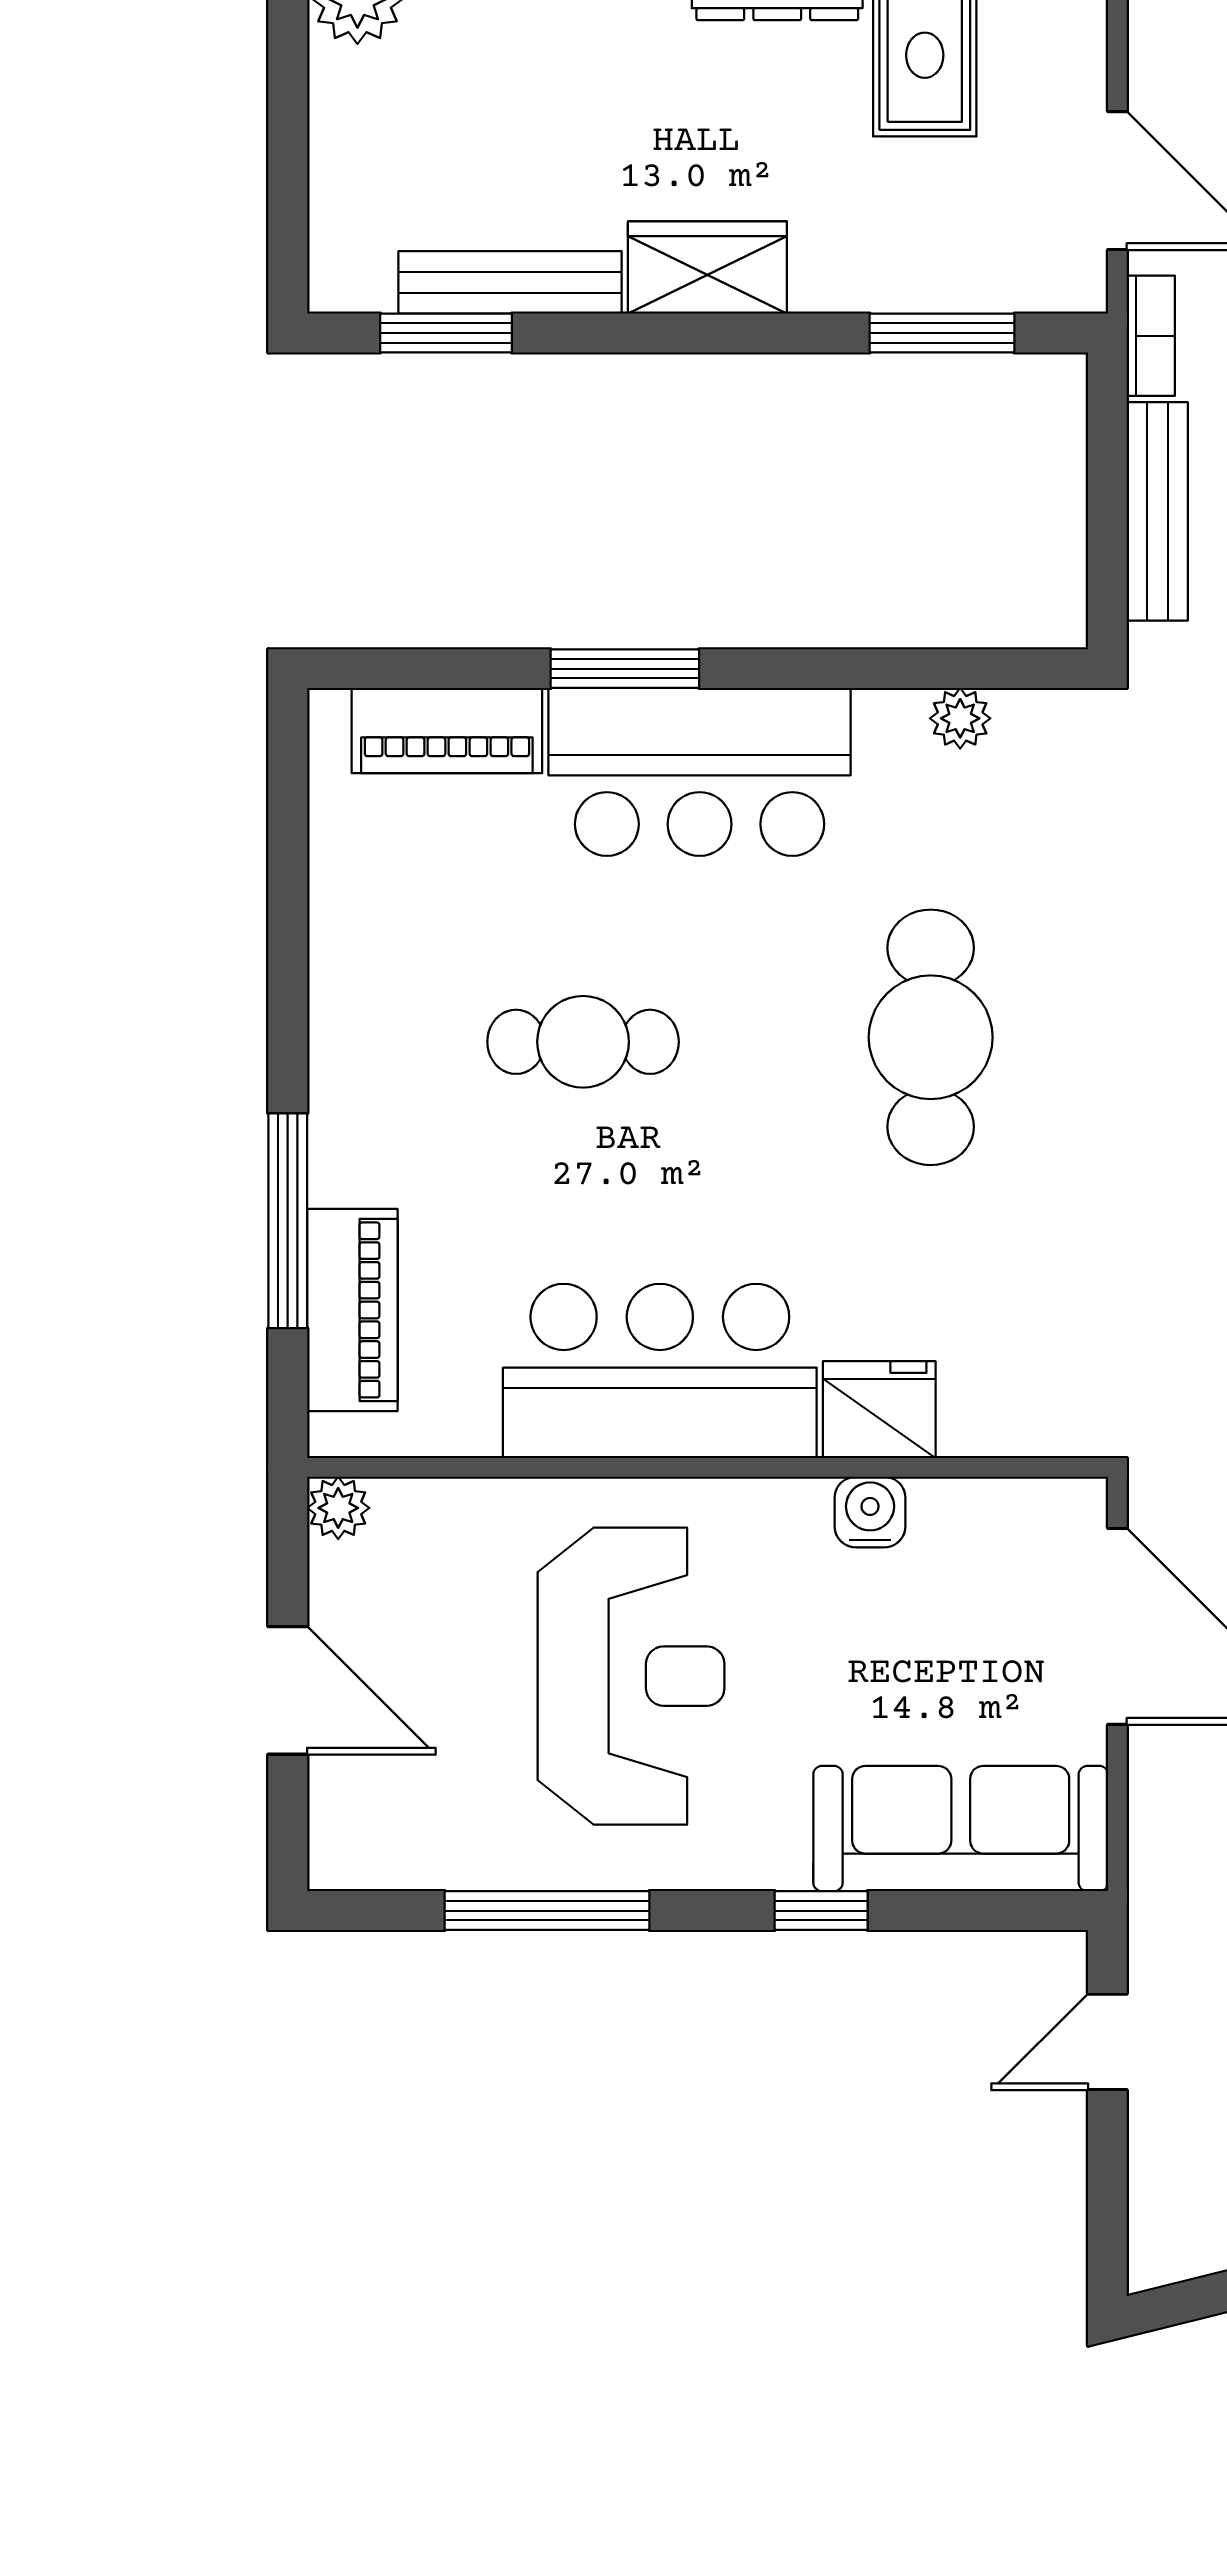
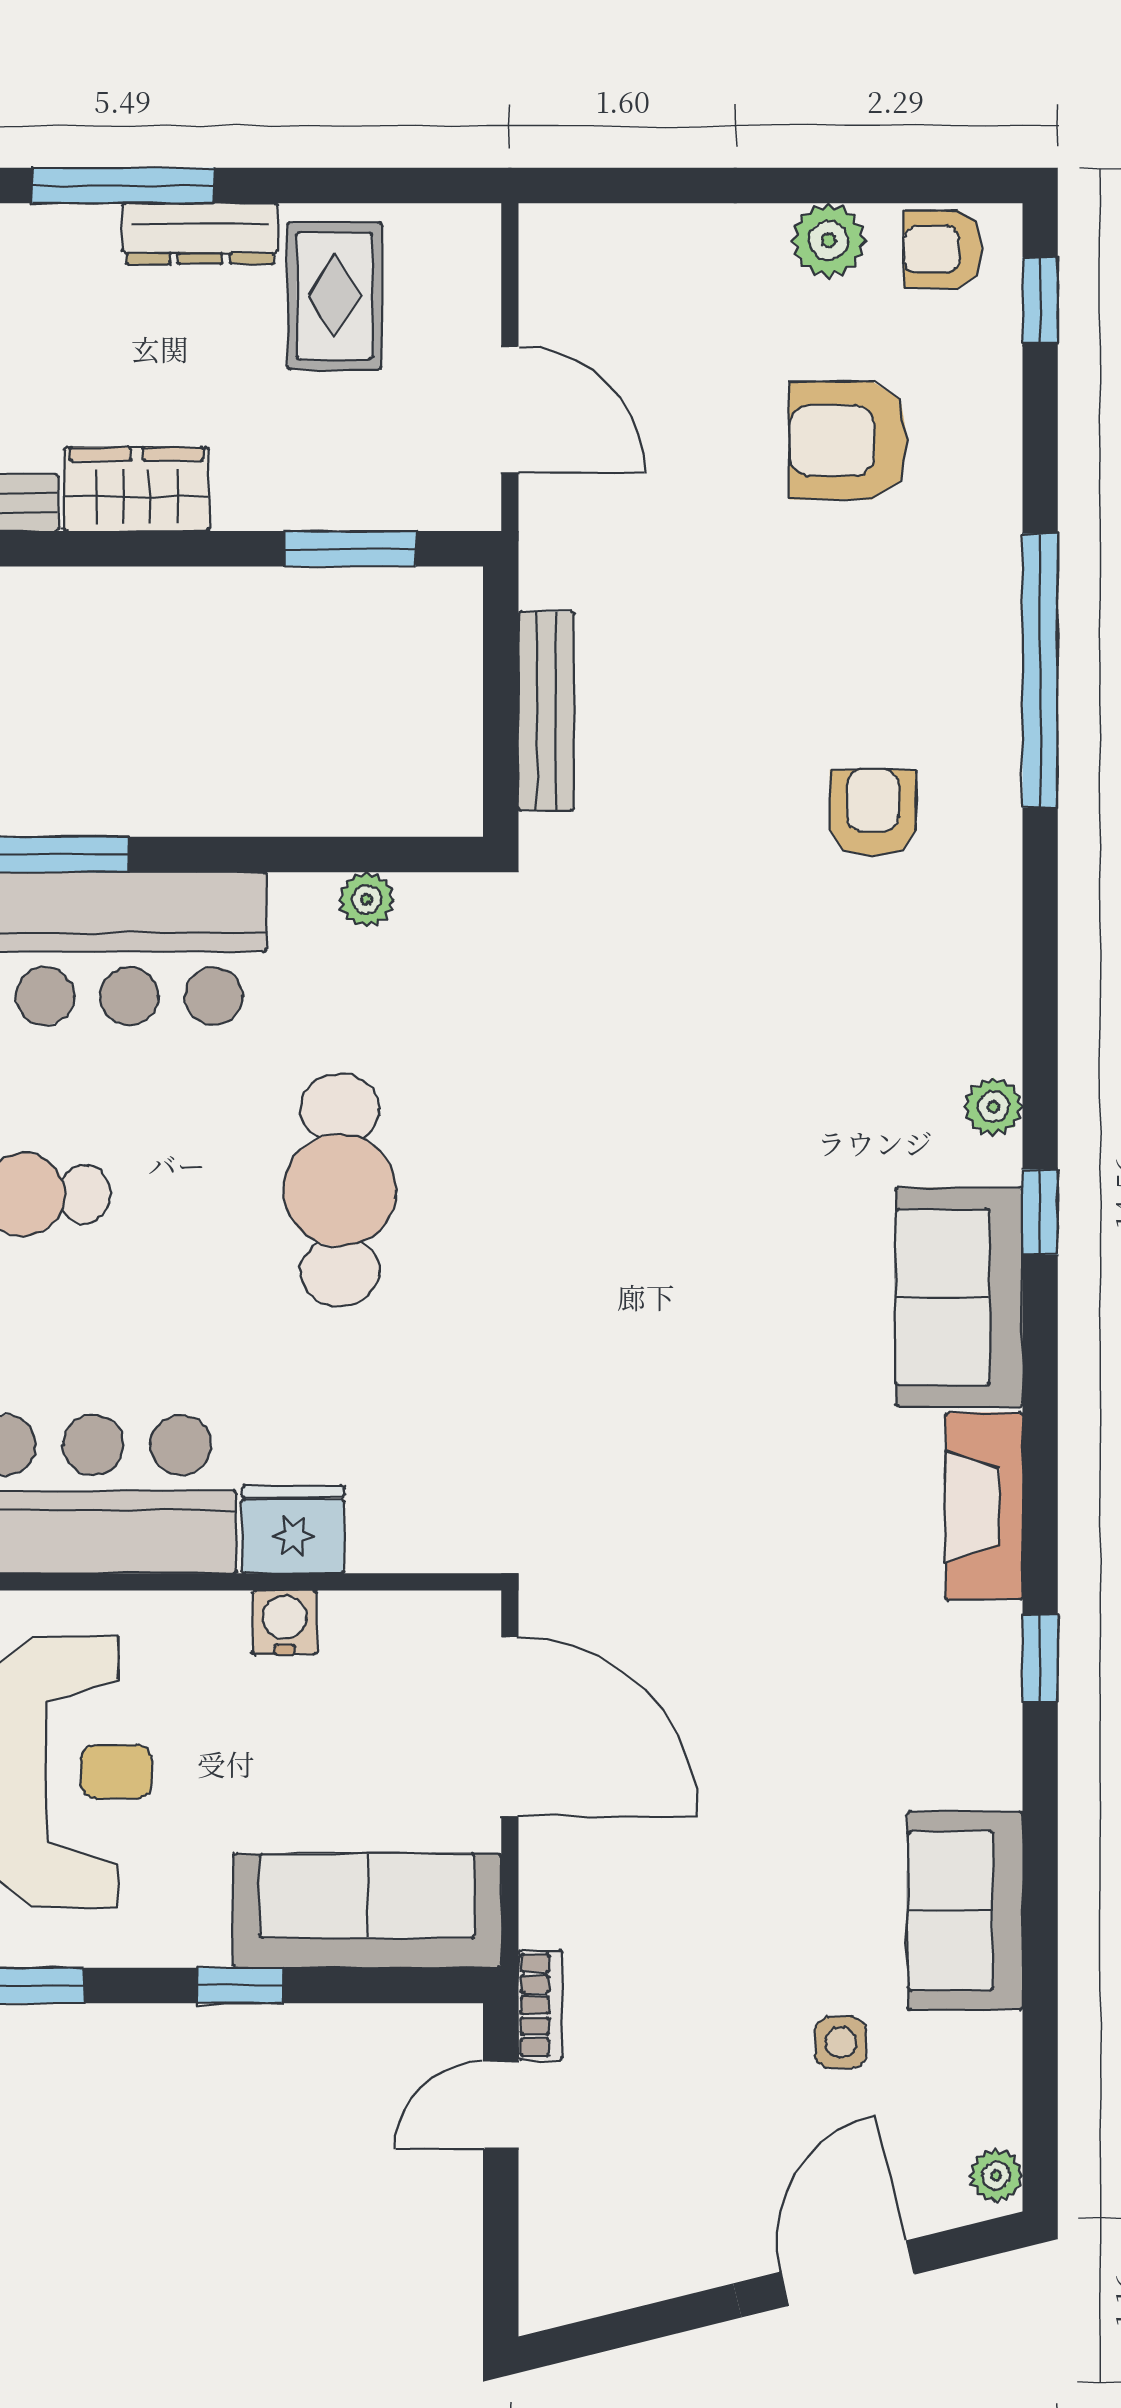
bookcase: (1151, 336) -> (540, 2005), moved

